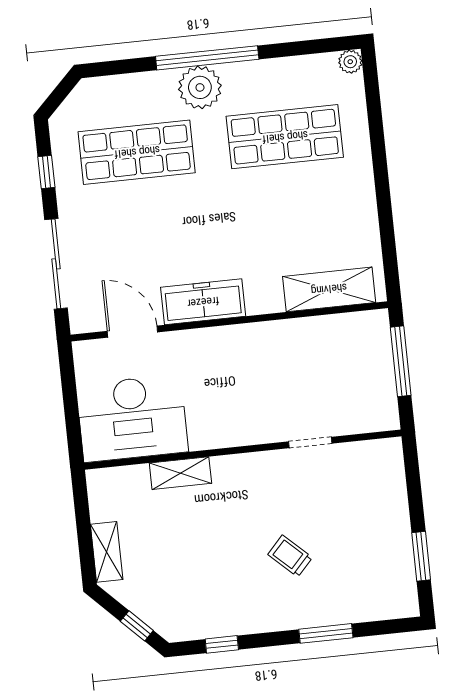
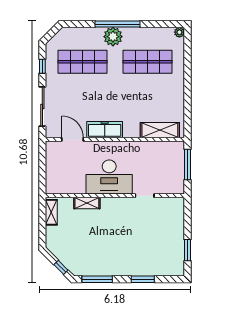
desk: (132, 418) -> (109, 177), moved
shelving: (107, 552) -> (51, 212), moved
trolley: (290, 556) -> (131, 244), removed
window: (222, 644) -> (97, 279), width x2.17

